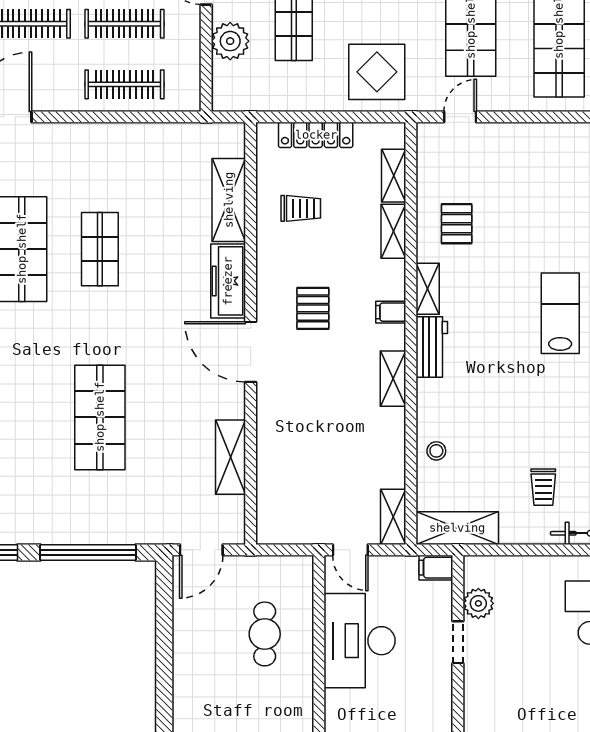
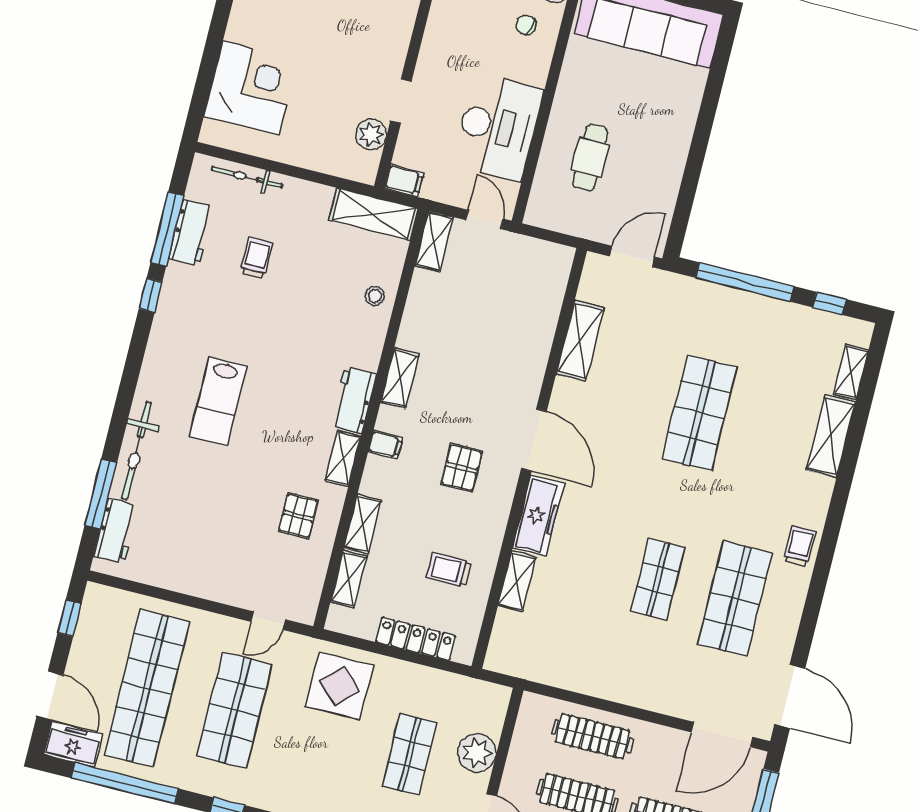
shelving: (229, 200) -> (517, 581), width x0.67, depth x0.75
trolley: (543, 487) -> (257, 258), moved

